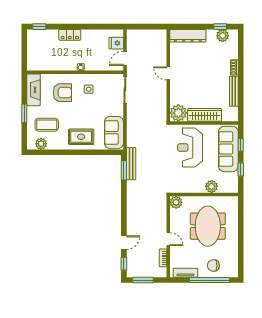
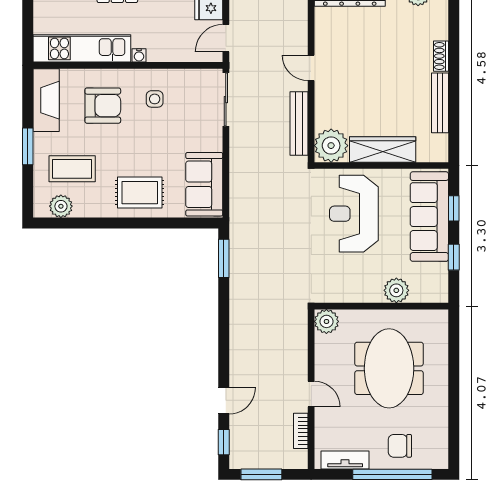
kitchen unit: (52, 64) -> (82, 48), added
bench: (131, 164) -> (299, 123), moved

